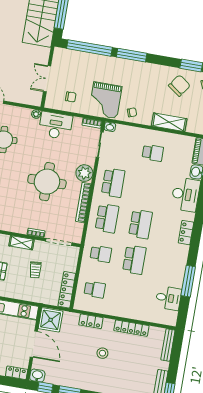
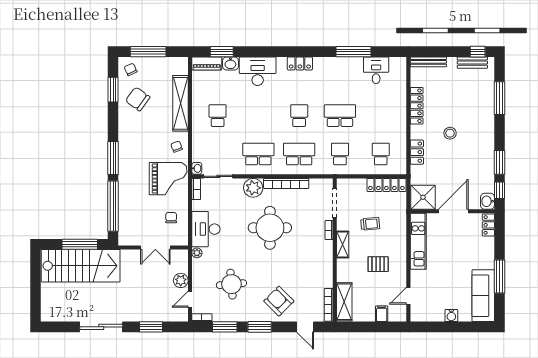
plant: (14, 96) -> (181, 280), added
shelving: (169, 122) -> (180, 103), width x1.47
school desk: (140, 224) -> (299, 116), width x0.54

